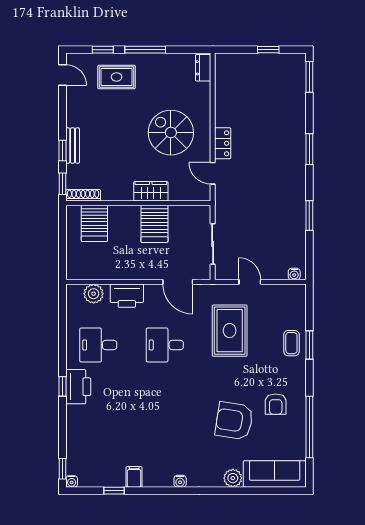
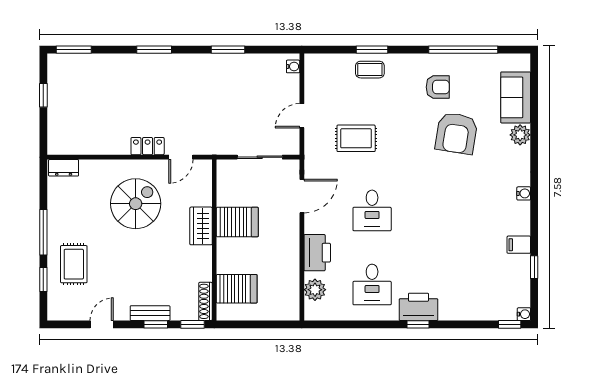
door: (62, 75) -> (102, 324), moved
spiral stairs: (171, 133) -> (136, 204), turned 180
rug: (230, 331) -> (356, 138), width x0.73, depth x0.70
sofa: (275, 474) -> (516, 97), width x0.73

